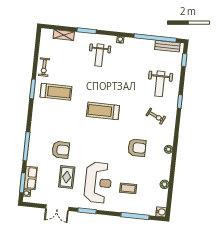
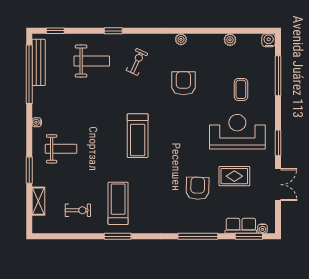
bench: (167, 46) -> (39, 62), width x1.36
exercise bike: (44, 67) -> (78, 210), moved

